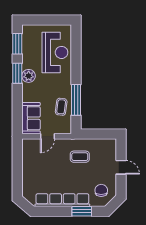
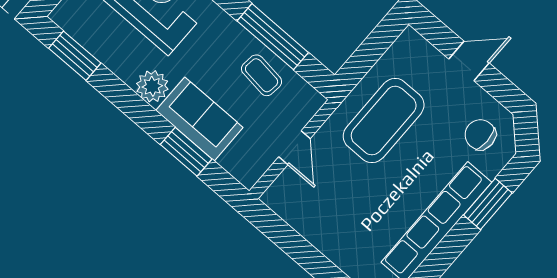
window: (17, 73) -> (186, 152), moved
sofa: (31, 118) -> (199, 119), moved
coffee table: (80, 157) -> (384, 121), width x1.86, depth x1.72

